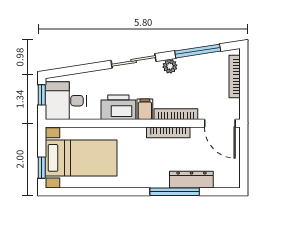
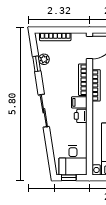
window: (198, 51) -> (37, 64), width x0.46
plant: (170, 66) -> (44, 59), moved
printer: (118, 107) -> (81, 116), width x0.53, depth x0.68

